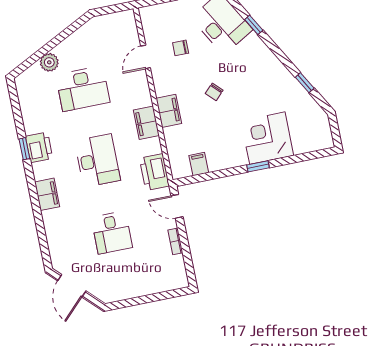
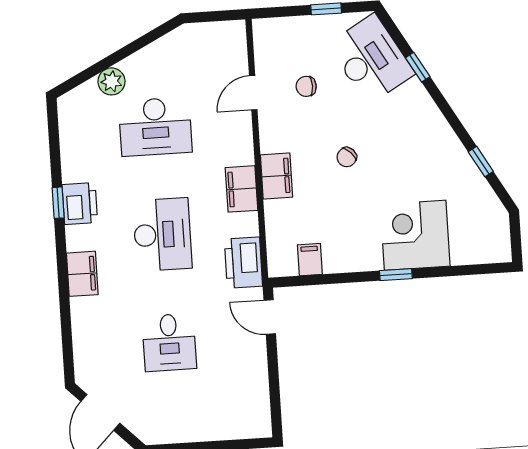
bookcase: (175, 241) -> (260, 368), removed

